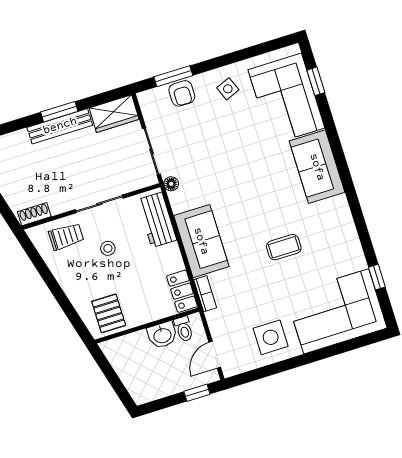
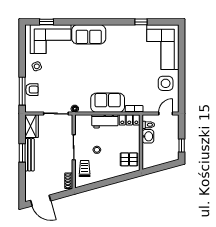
window: (173, 76) -> (22, 91), width x1.44
workbench: (157, 220) -> (105, 121), moved
coffee table: (284, 247) -> (123, 63), removed
window: (377, 277) -> (141, 22), moved
door: (215, 355) -> (166, 114), swing flipped
window: (197, 393) -> (182, 146), moved

